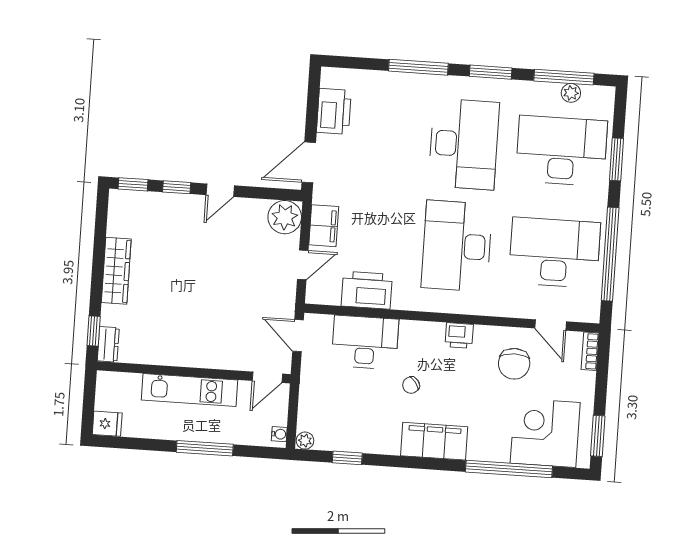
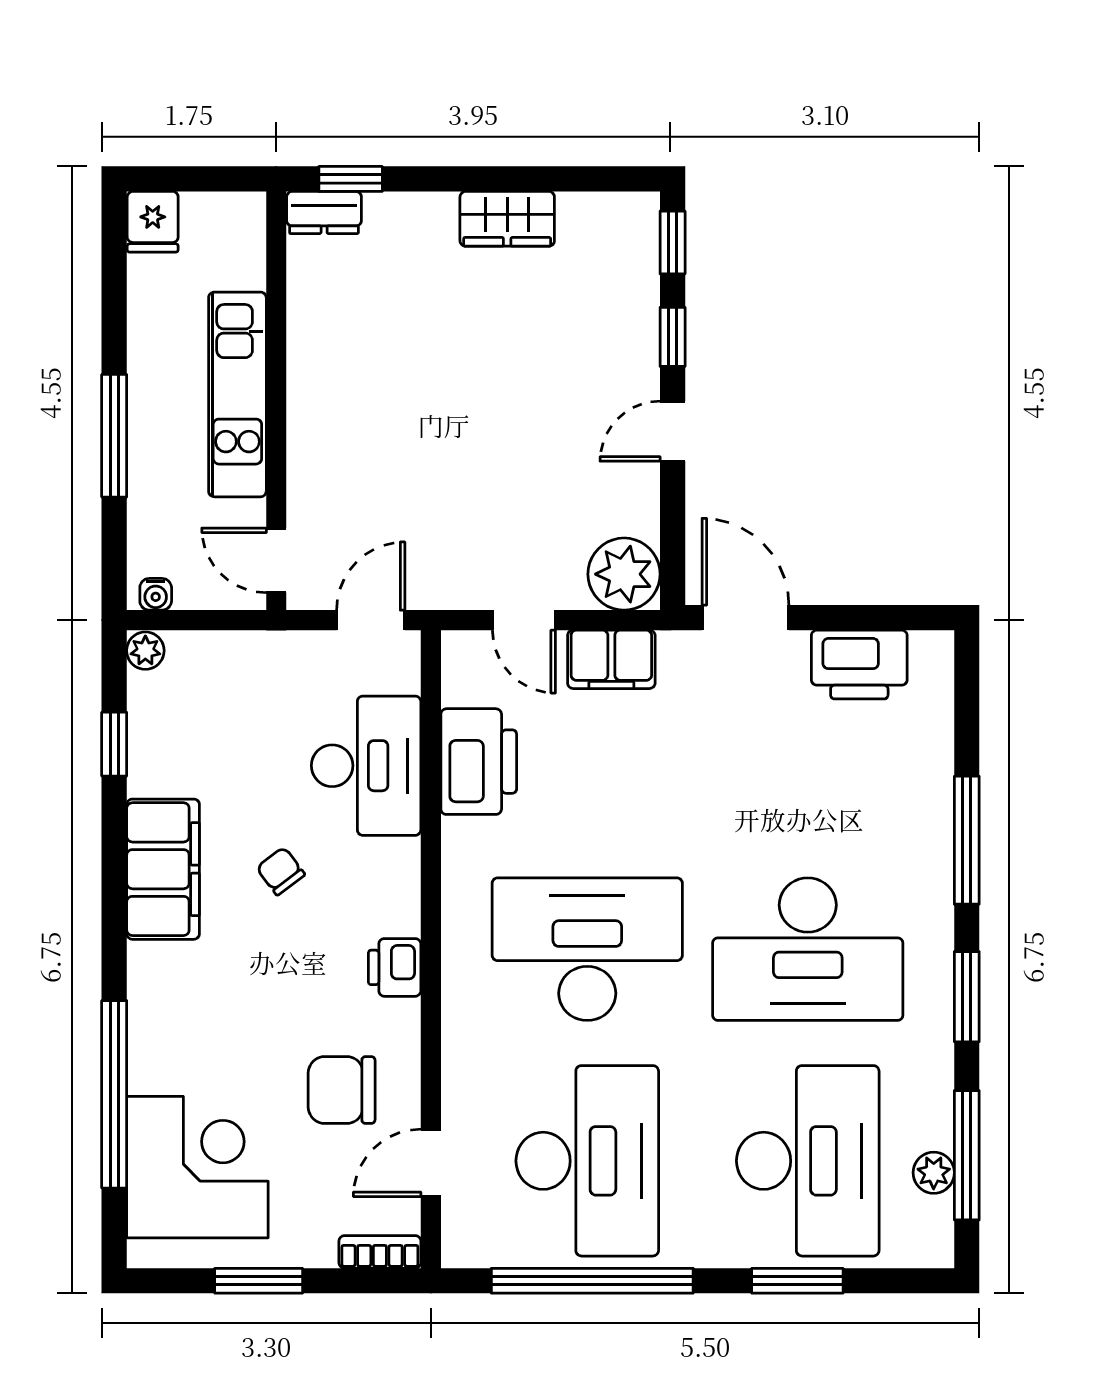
door: (220, 190) -> (673, 431), hinge flipped
wardrobe: (116, 271) -> (507, 219), width x0.67
window: (598, 436) -> (259, 1281), moved
filing cabinet: (434, 441) -> (163, 869), moved

